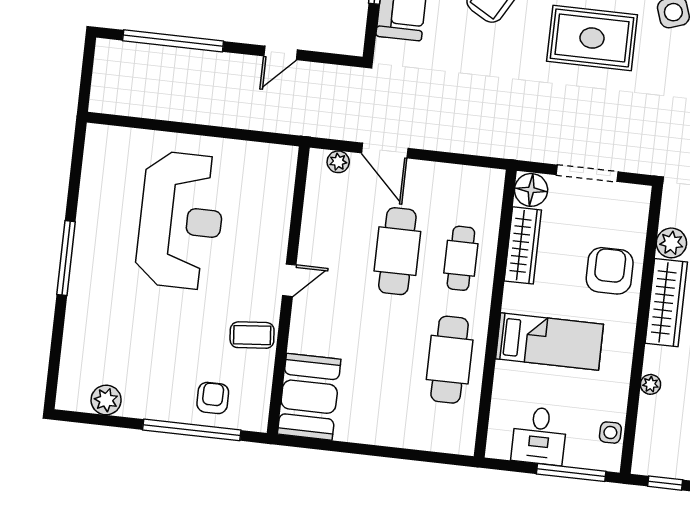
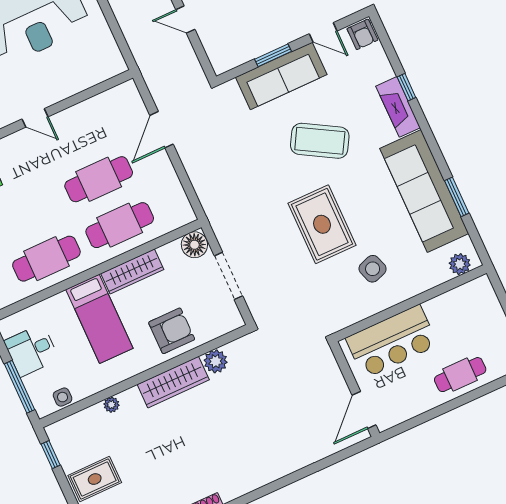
plant: (338, 162) -> (135, 103), removed
wardrobe: (523, 245) -> (132, 271), moved
cafe table: (461, 258) -> (120, 225), width x1.37, depth x1.35

